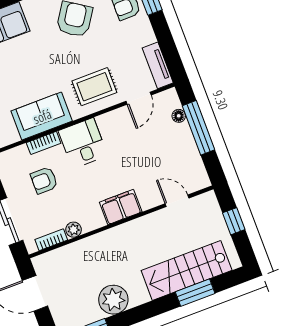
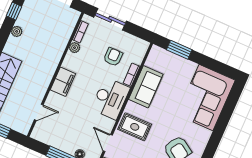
rug: (94, 87) -> (135, 127), turned 90
desk: (83, 143) -> (111, 98), width x1.37
plant: (113, 300) -> (17, 31), width x0.53, depth x0.53

